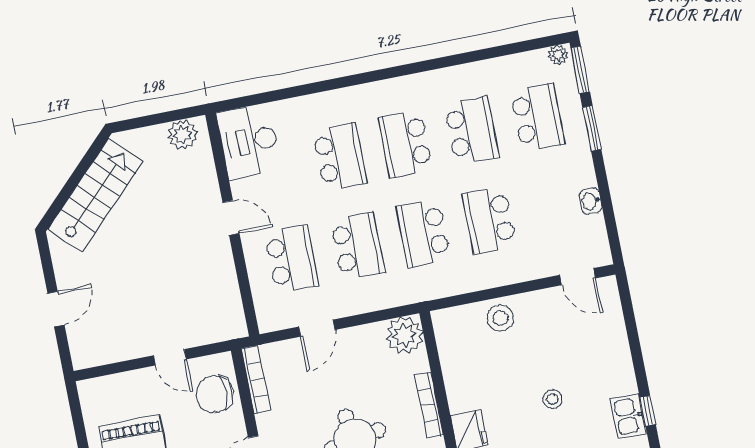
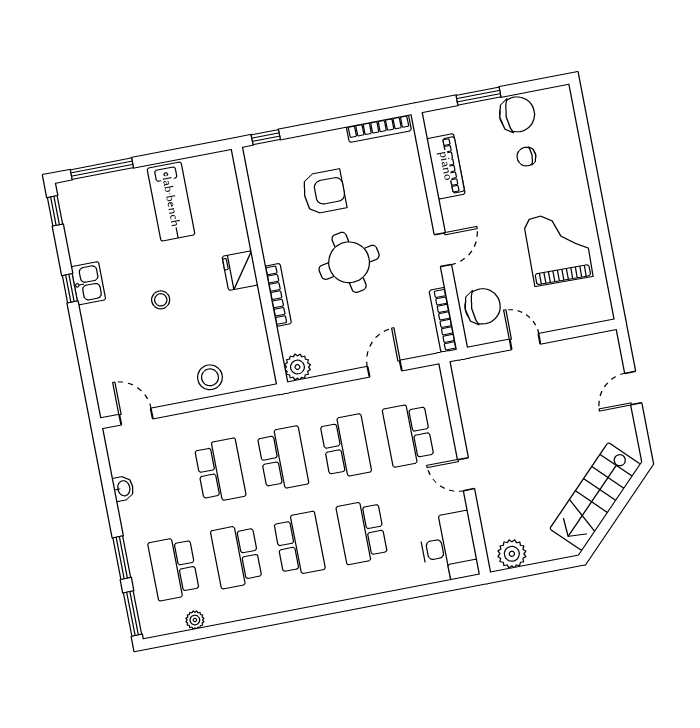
plant: (558, 55) -> (195, 620), moved
school desk: (358, 246) -> (346, 447), turned 180
plant: (405, 335) -> (297, 367), width x0.73, depth x0.73

